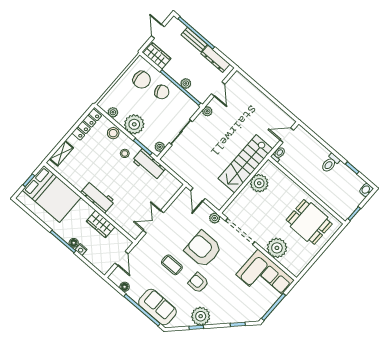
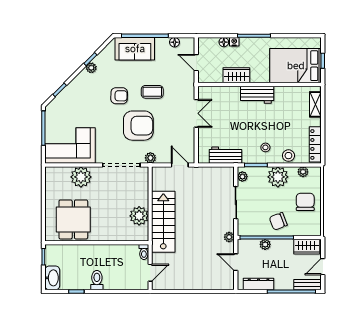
door: (158, 31) -> (323, 267), swing flipped
bench: (194, 40) -> (308, 285), moved
chair: (142, 80) -> (305, 202), moved, turned 90
workbench: (149, 165) -> (225, 155), moved
washbasin: (366, 190) -> (52, 278), width x1.91, depth x1.45
dining table: (309, 222) -> (73, 219), turned 90
floor lamp: (74, 243) -> (224, 42), moved
plant: (201, 316) -> (91, 68), width x0.53, depth x0.53

